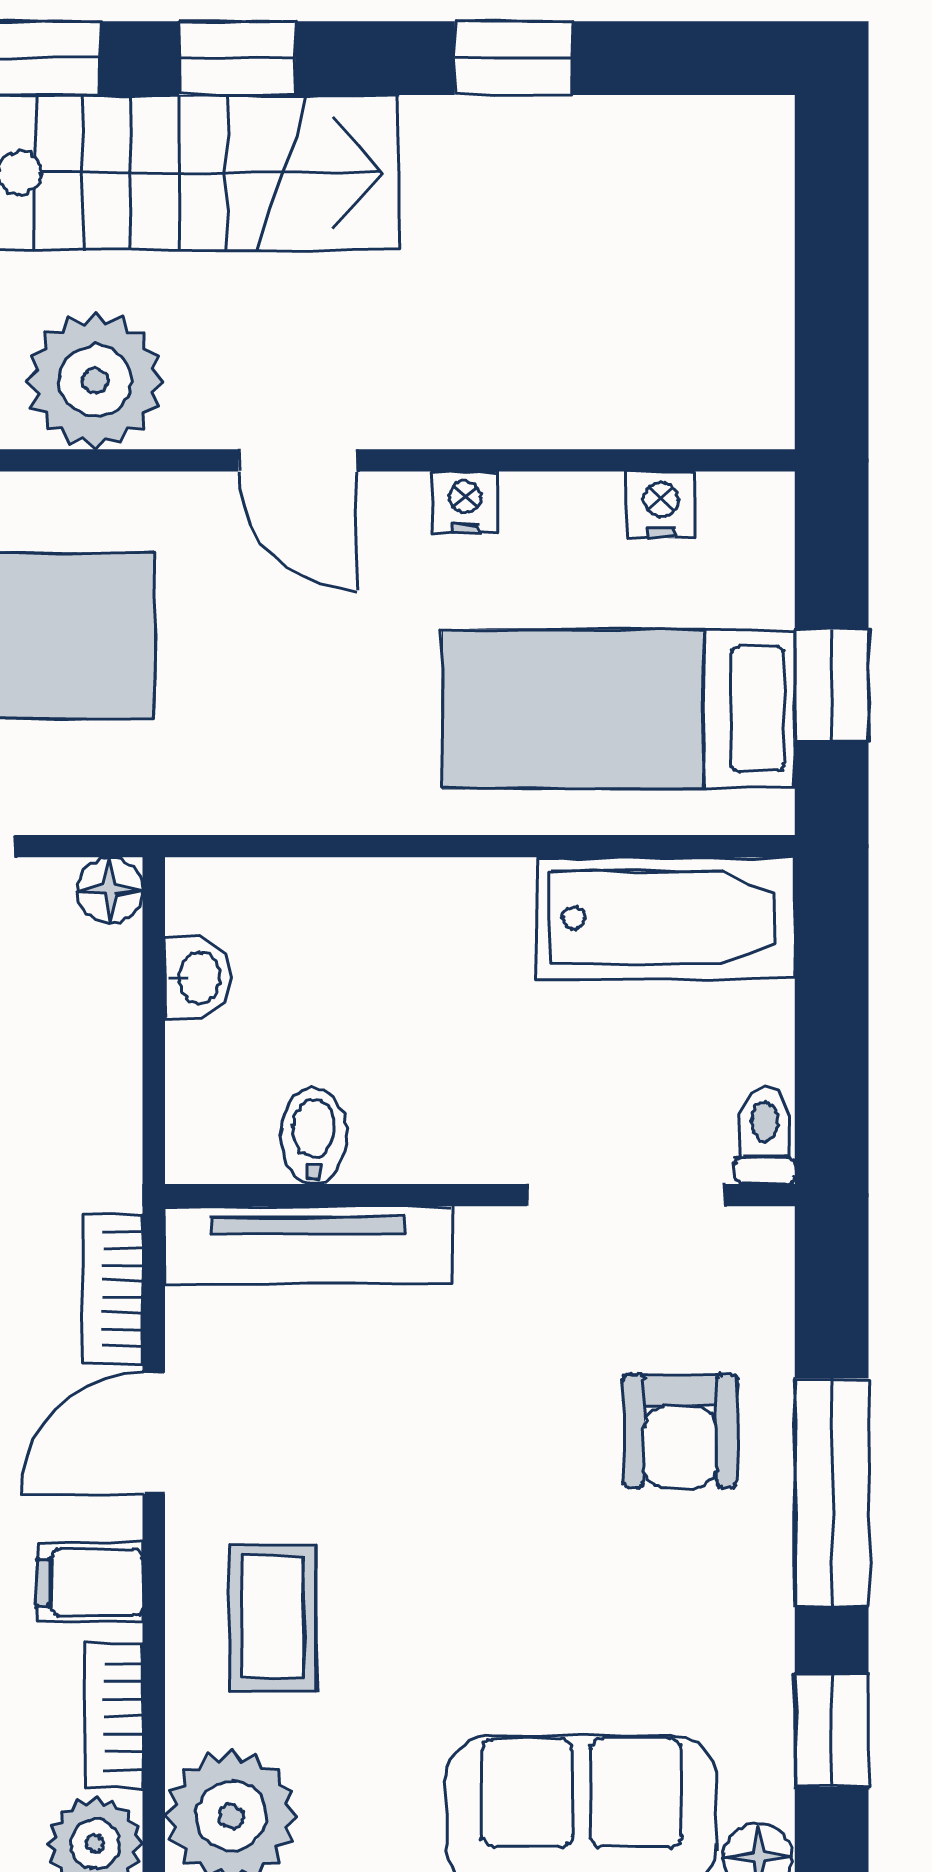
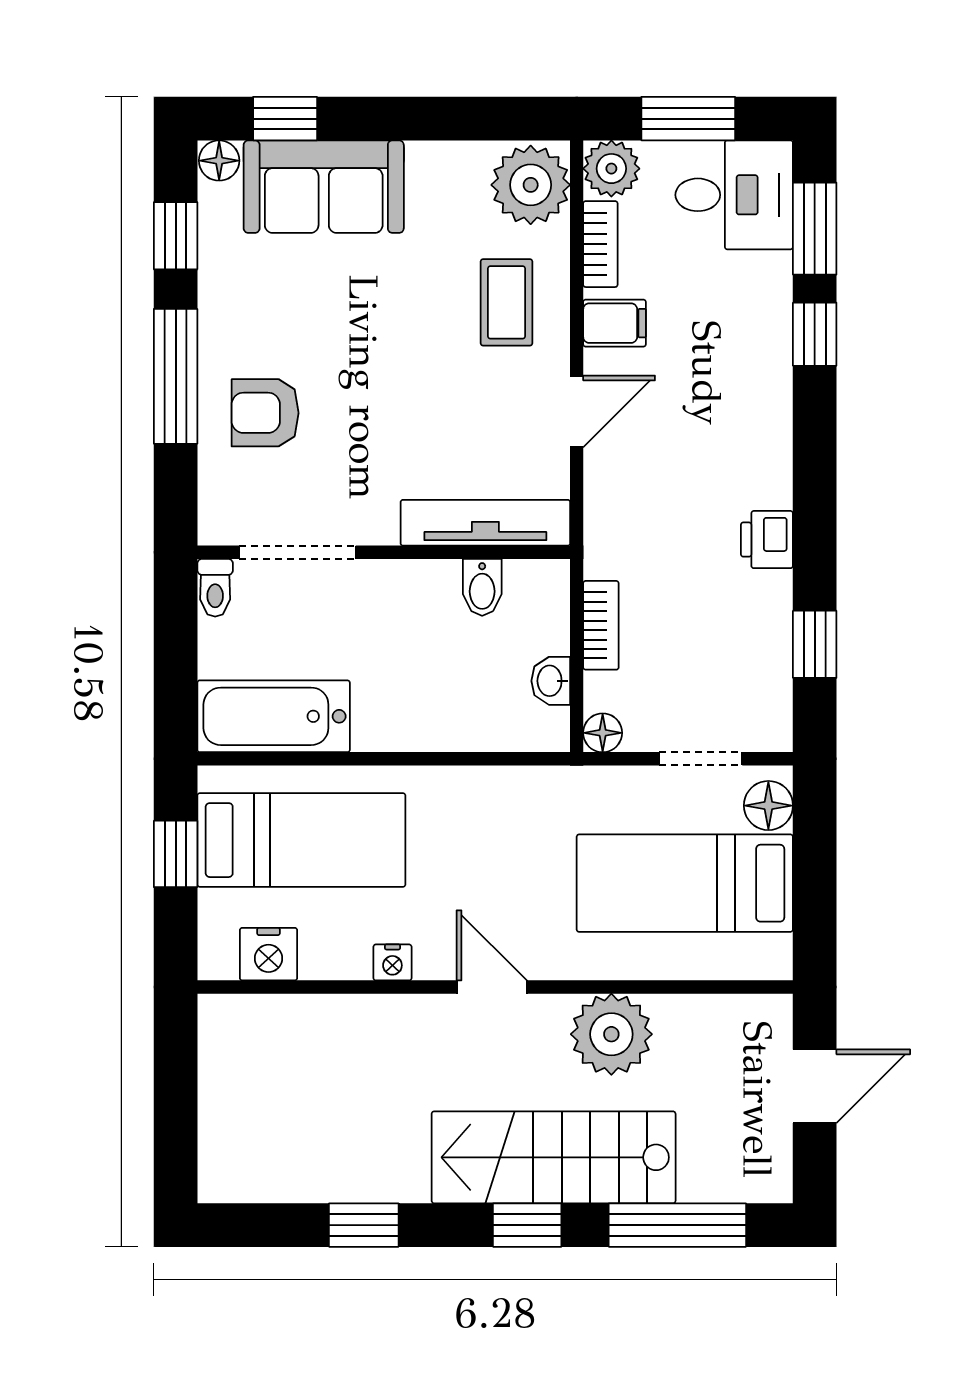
nightstand: (661, 504) -> (268, 954), width x1.39, depth x1.35
bookcase: (113, 1289) -> (601, 625), moved
armchair: (680, 1431) -> (265, 413), turned -90

